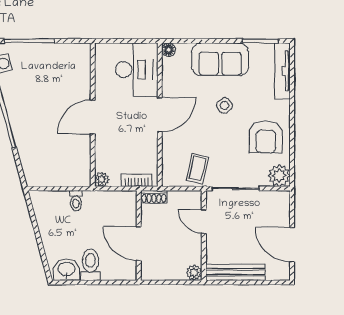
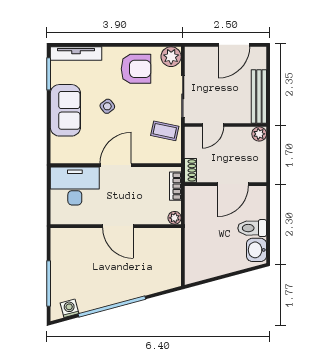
floor lamp: (169, 50) -> (57, 157), removed
door: (160, 115) -> (116, 165), hinge flipped
toilet: (76, 201) -> (194, 241), removed

